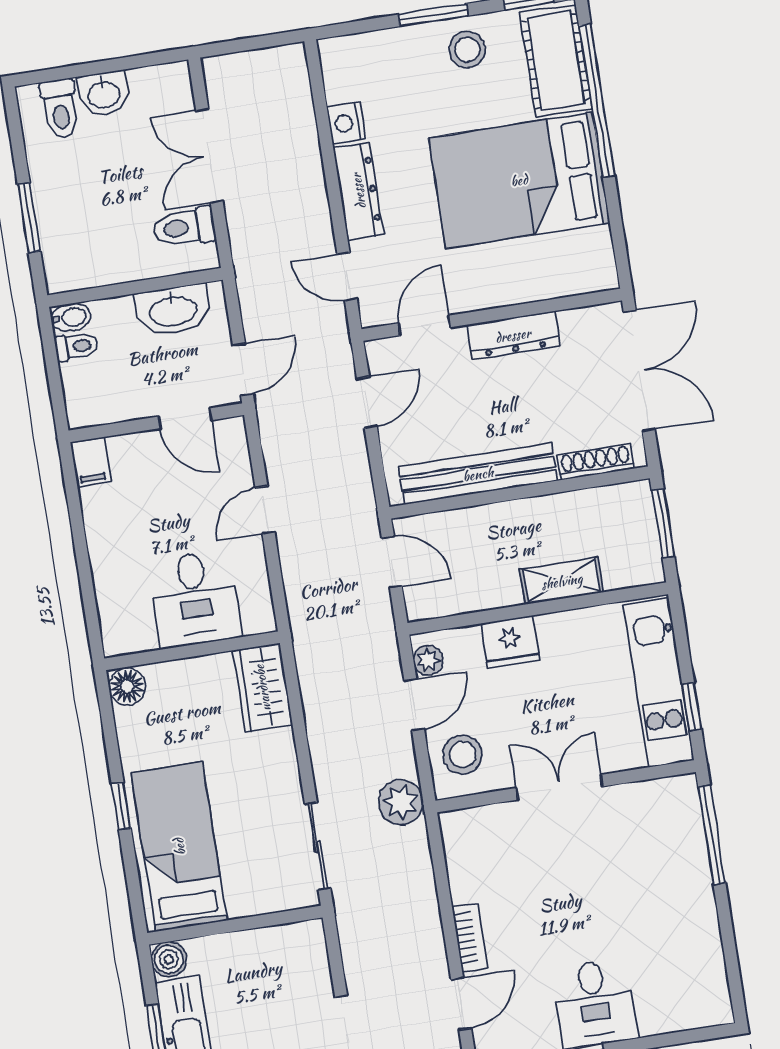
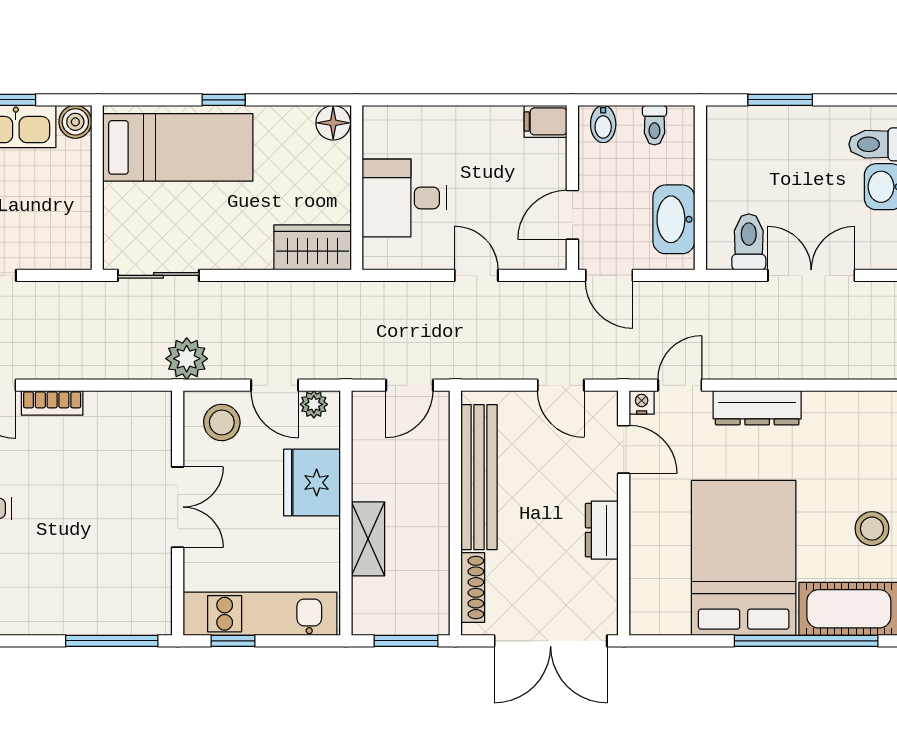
nightstand: (346, 123) -> (642, 402), moved, width x0.72, depth x0.74
bidet: (71, 317) -> (603, 124), moved
dresser: (513, 335) -> (602, 530), width x0.70
fridge: (510, 642) -> (312, 483), width x1.36, depth x1.34

